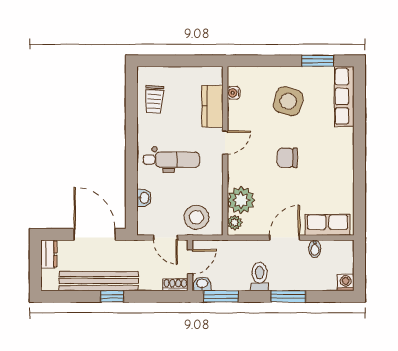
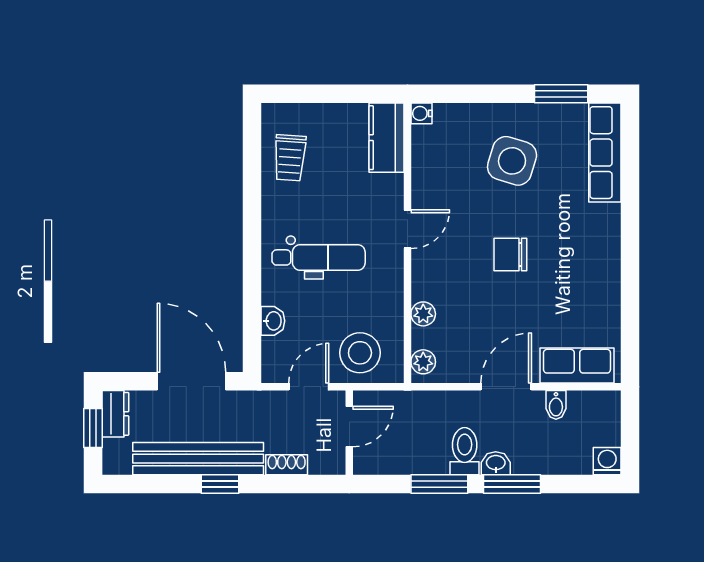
water cooler: (234, 93) -> (422, 113), moved
kitchen counter: (212, 106) -> (386, 138), moved
plant: (241, 200) -> (423, 314), width x0.53, depth x0.53
door: (166, 238) -> (309, 387), swing flipped
window: (35, 263) -> (93, 428), added
washbasin: (202, 284) -> (496, 463), moved
shoe rack: (175, 285) -> (287, 465), moved
window: (221, 296) -> (439, 484), moved

